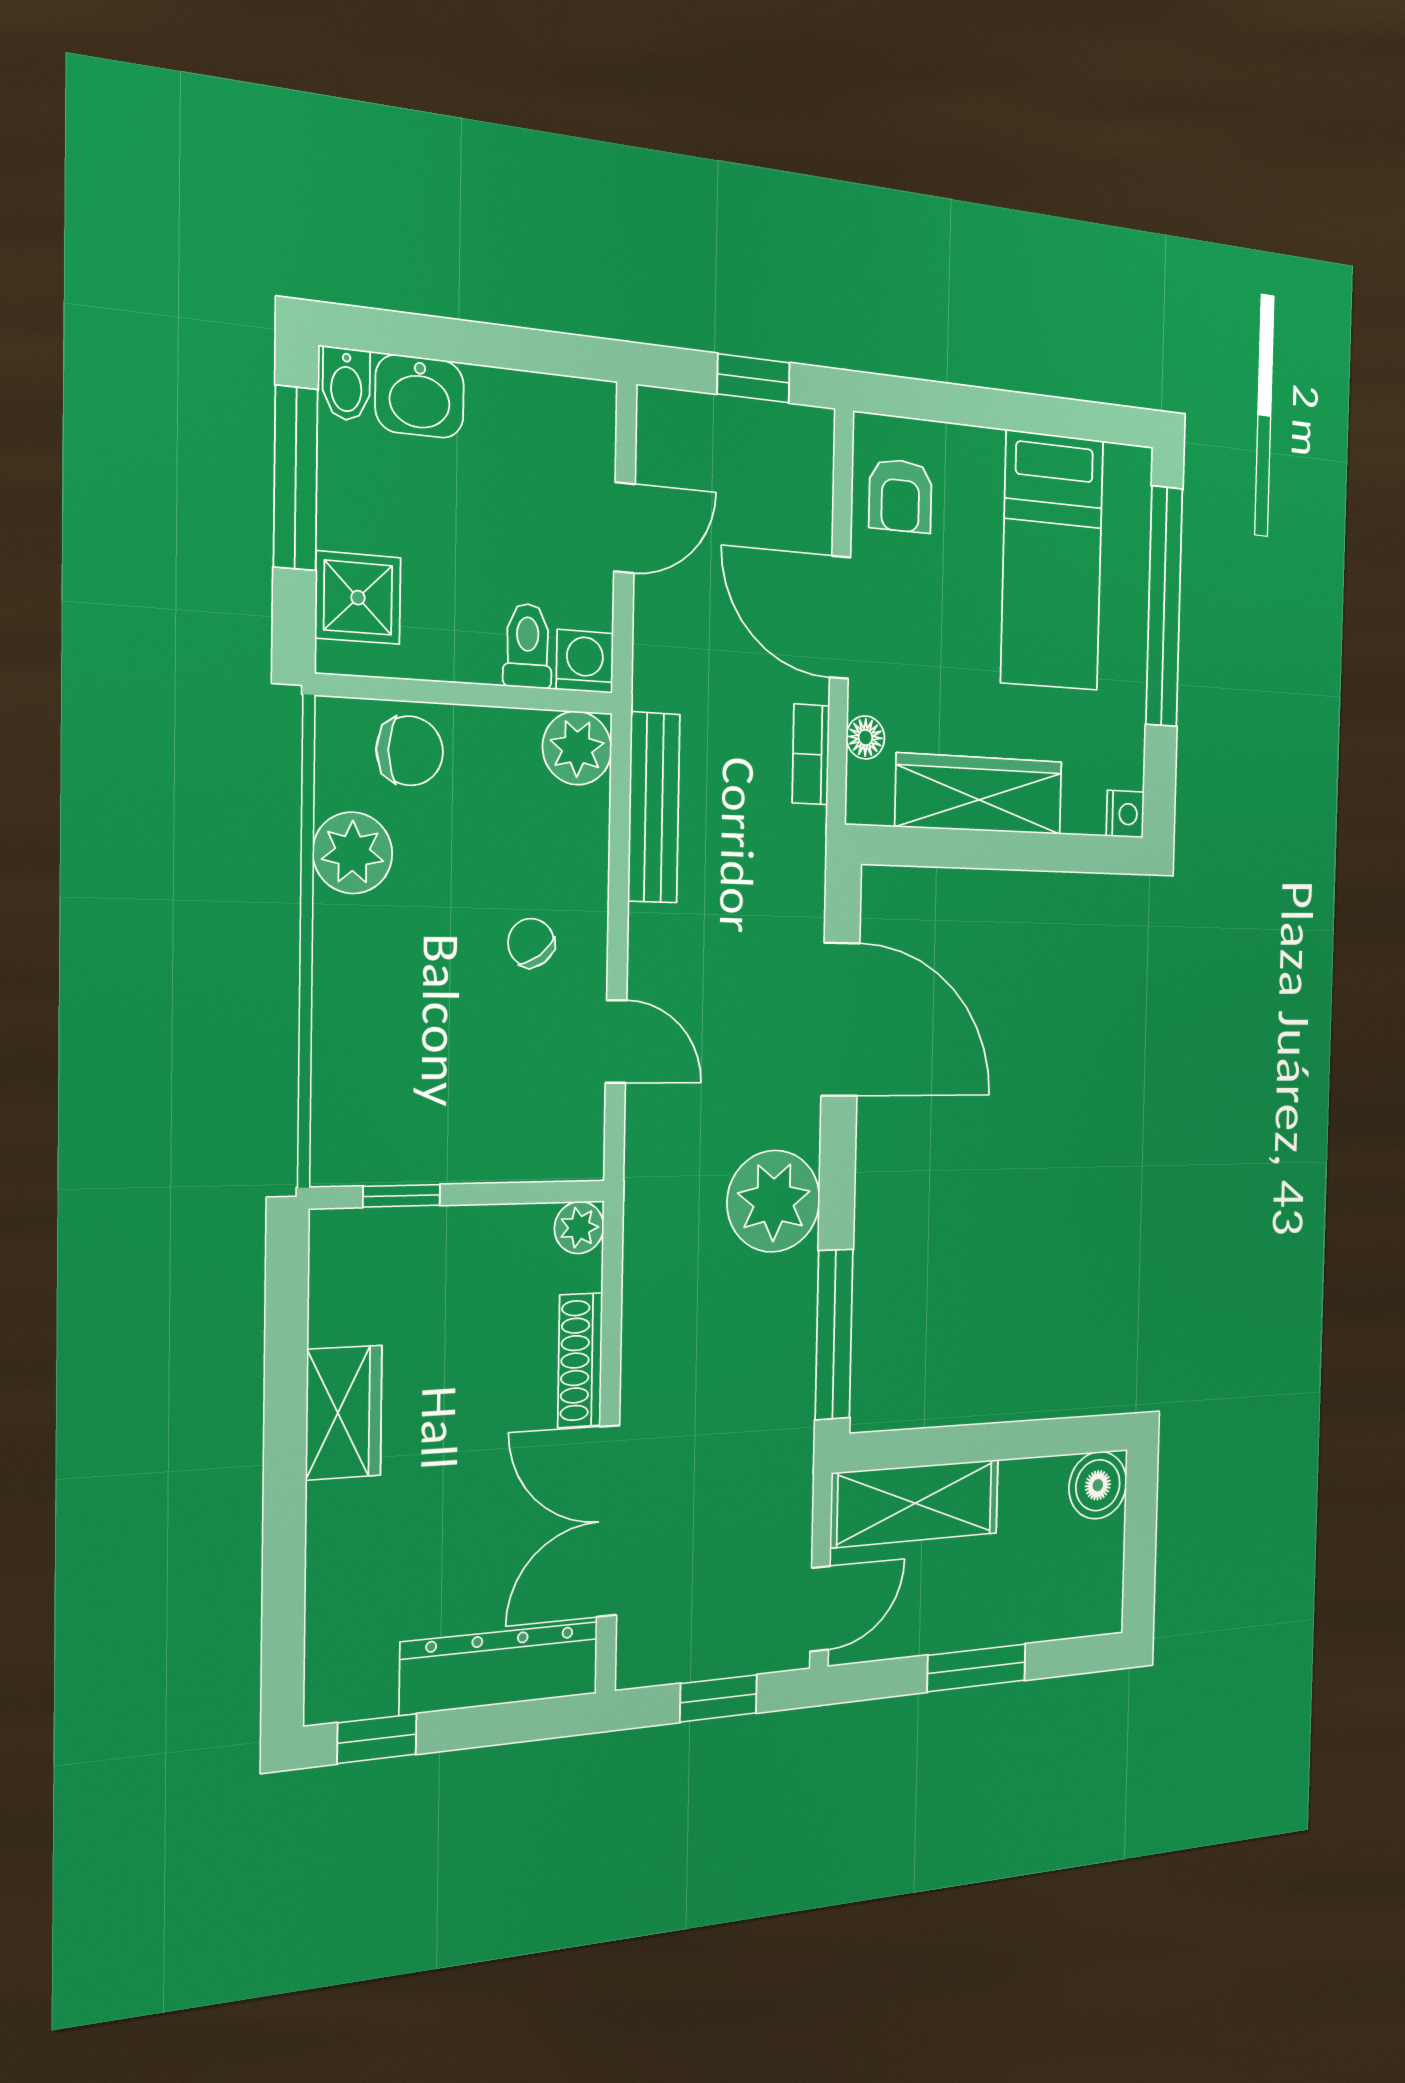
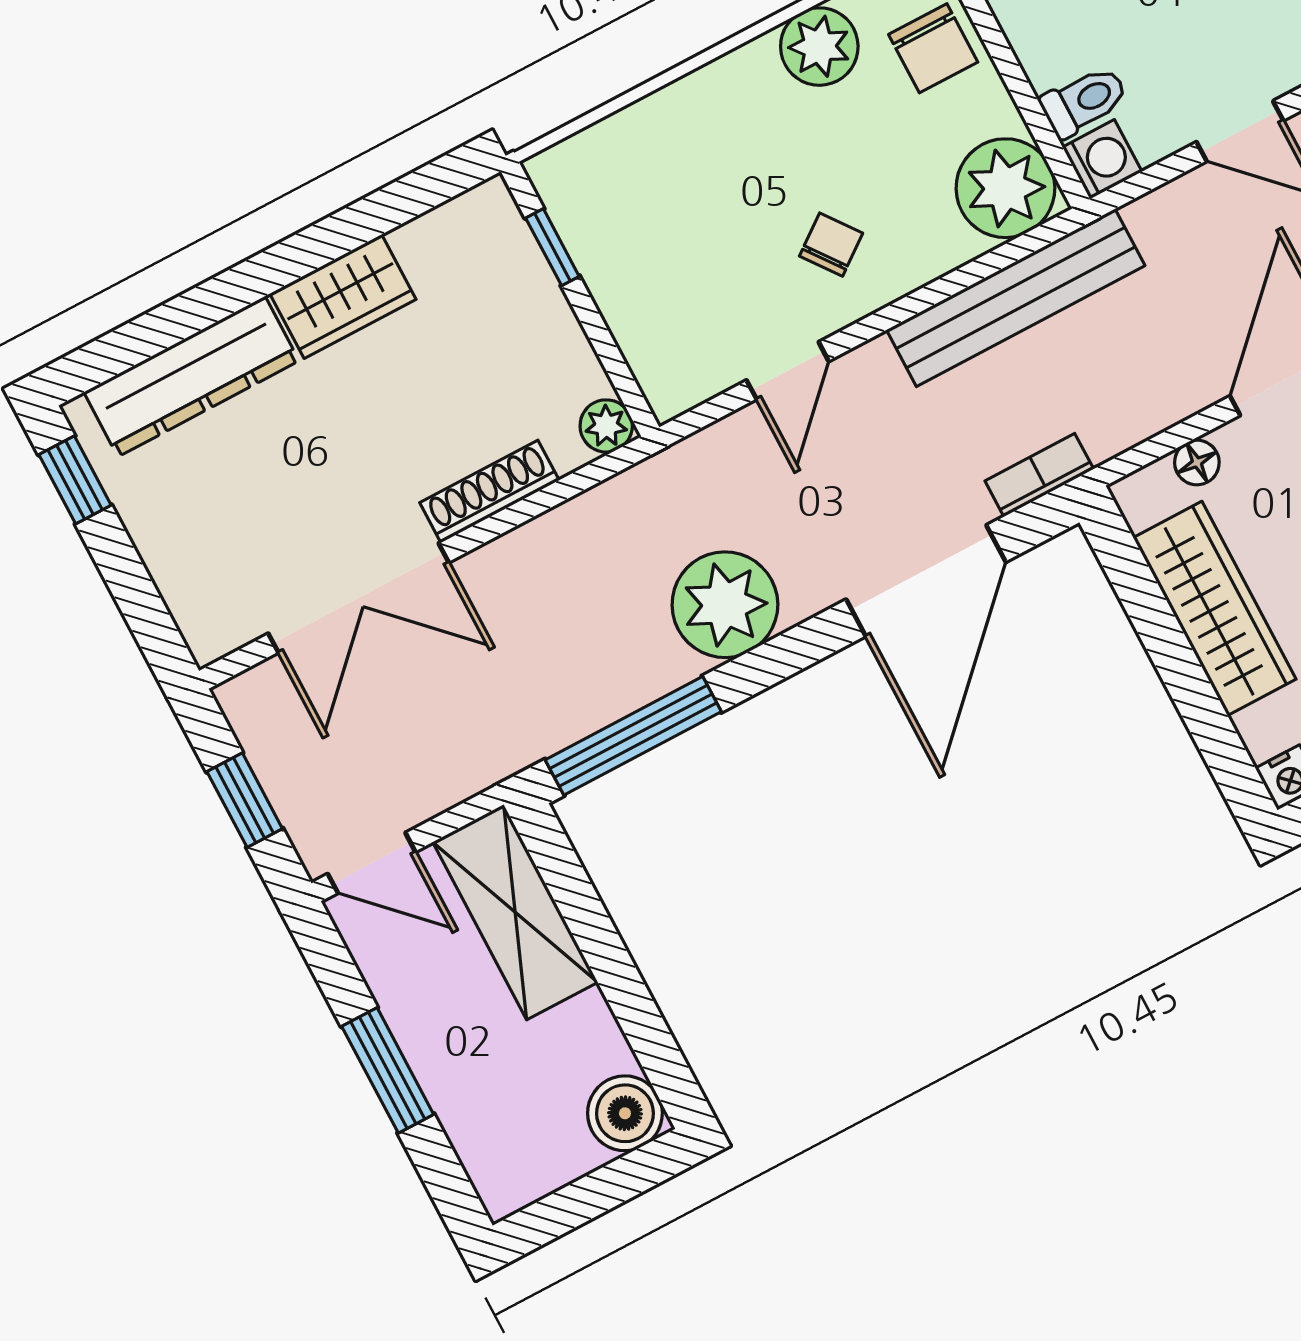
plant: (577, 748) -> (1005, 188), width x1.36, depth x1.36
bookcase: (811, 754) -> (1039, 475), moved
bench: (654, 808) -> (1016, 298), width x1.37, depth x1.21
double door: (608, 1521) -> (359, 598), swing flipped
dresser: (500, 1668) -> (191, 377), moved, turned 90

